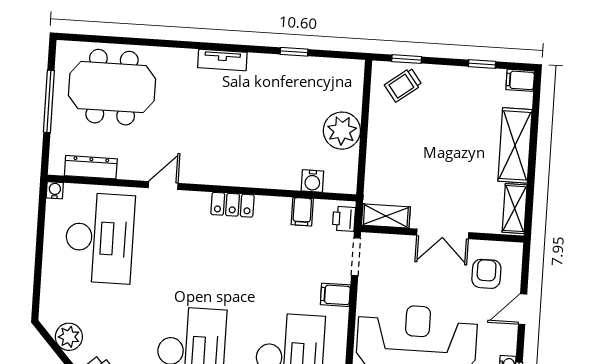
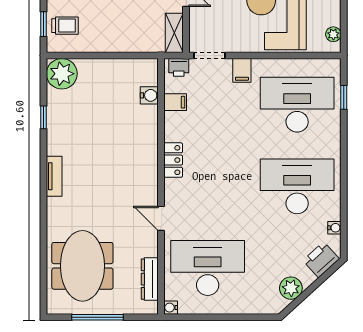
trolley: (403, 85) -> (65, 26), turned -53
plant: (342, 131) -> (62, 74), moved

